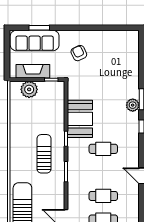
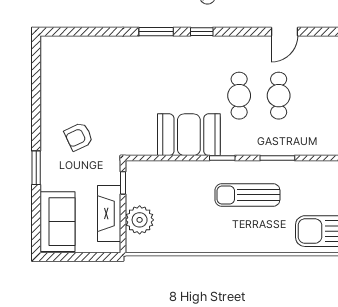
window: (39, 28) -> (36, 168), moved
sofa: (35, 41) -> (58, 222), width x0.73
plant: (133, 105) -> (166, 46), removed
cafe table: (103, 196) -> (279, 96), moved

